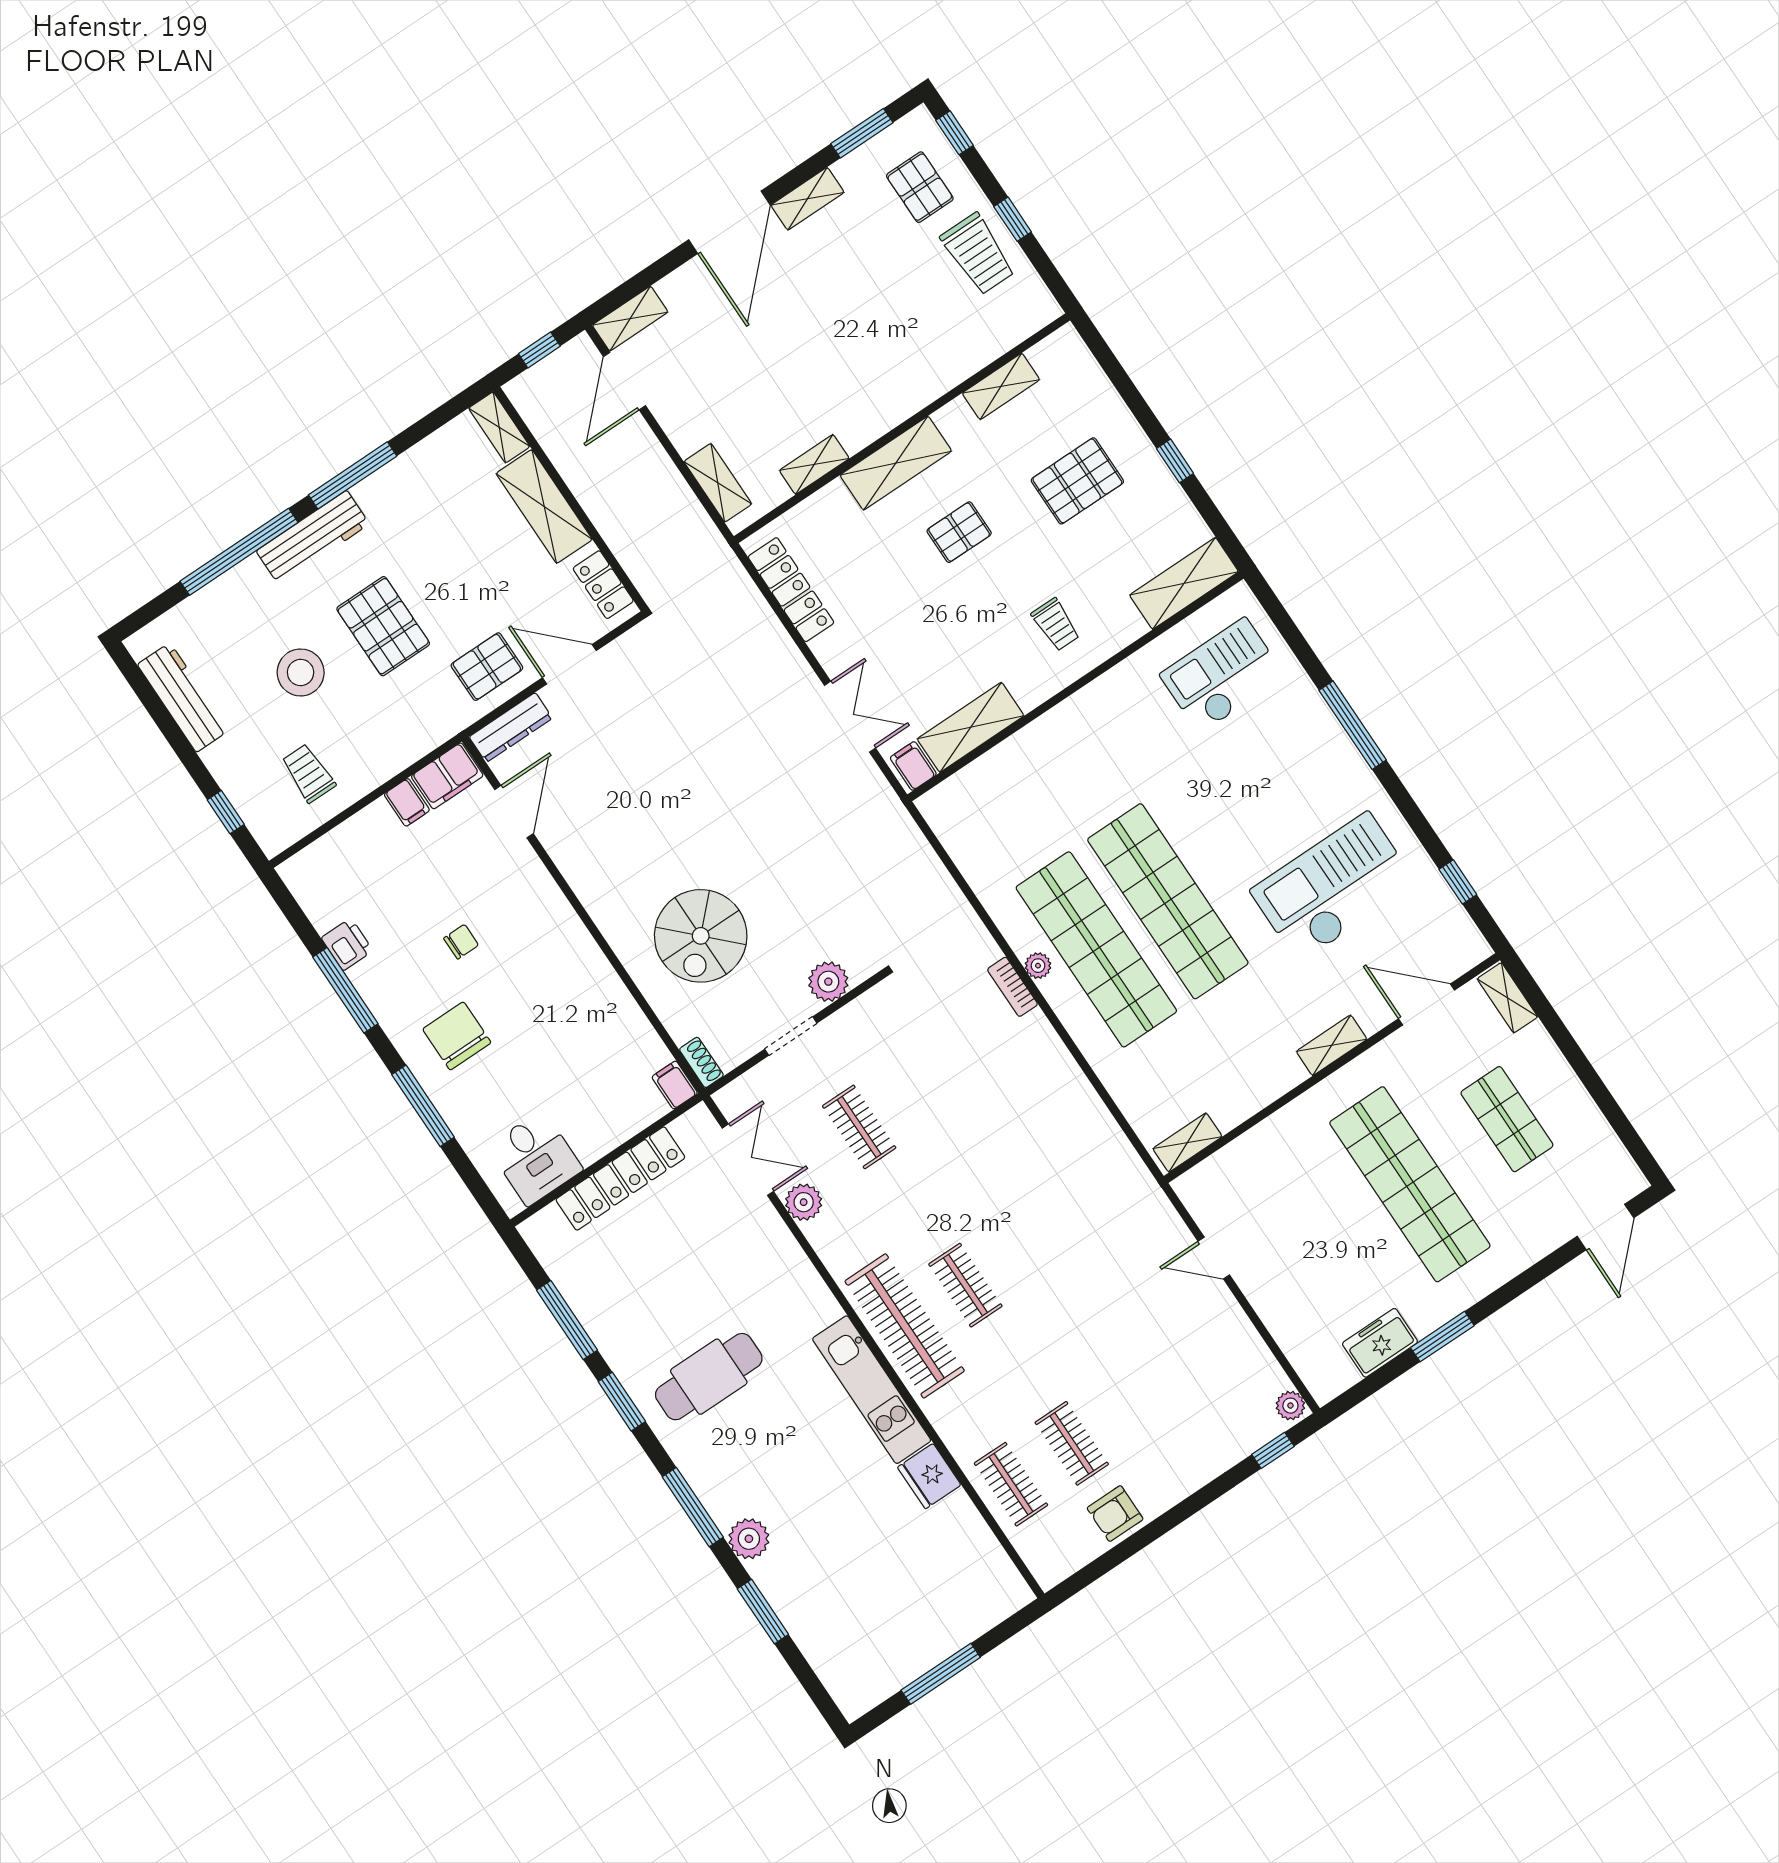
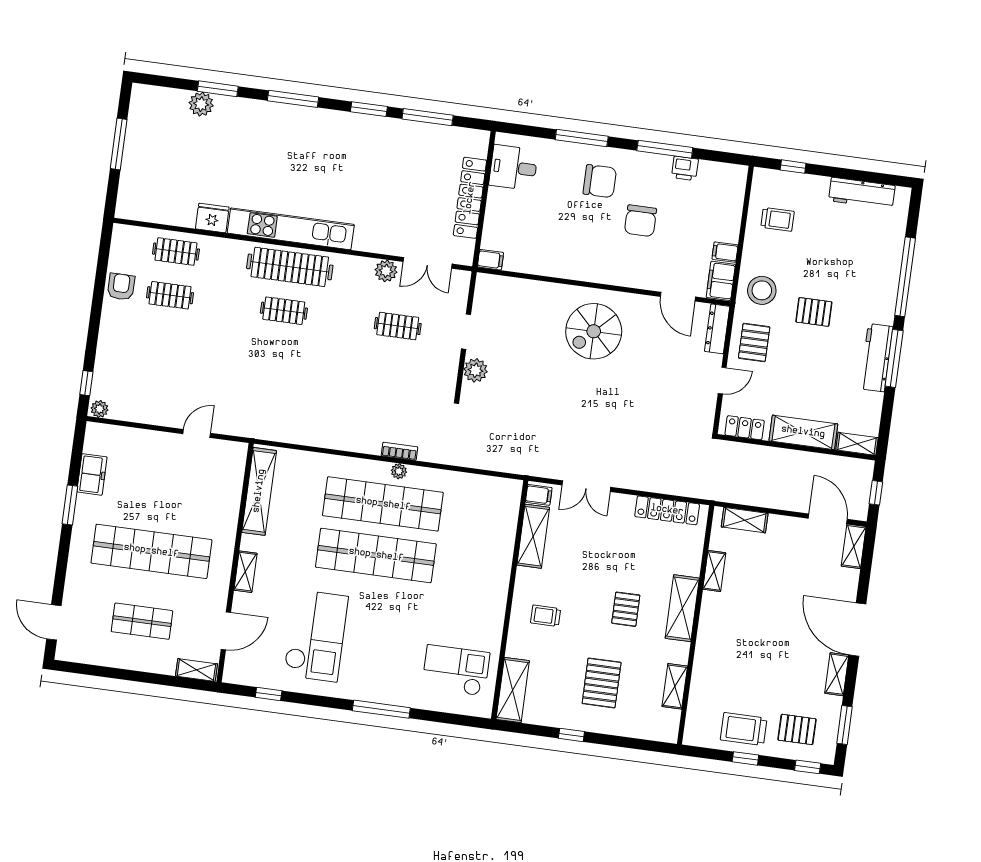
workbench: (313, 537) -> (876, 358), moved
pallet: (383, 626) -> (814, 312), width x0.67, depth x0.71
door: (569, 664) -> (722, 381), width x0.73
stool: (301, 672) -> (762, 290), moved
checkout: (1222, 676) -> (456, 670), turned -90
spiral stairs: (701, 936) -> (594, 331), moved, turned -90
chair: (461, 942) -> (641, 221), width x1.87, depth x1.87
shoe rack: (701, 1062) -> (490, 281), removed
shelving: (1187, 1143) -> (259, 491), width x2.20, depth x1.33
cafe table: (709, 1377) -> (345, 158), removed
kitchen unit: (872, 1390) -> (291, 229), width x1.36
plant: (749, 1539) -> (201, 104), moved

